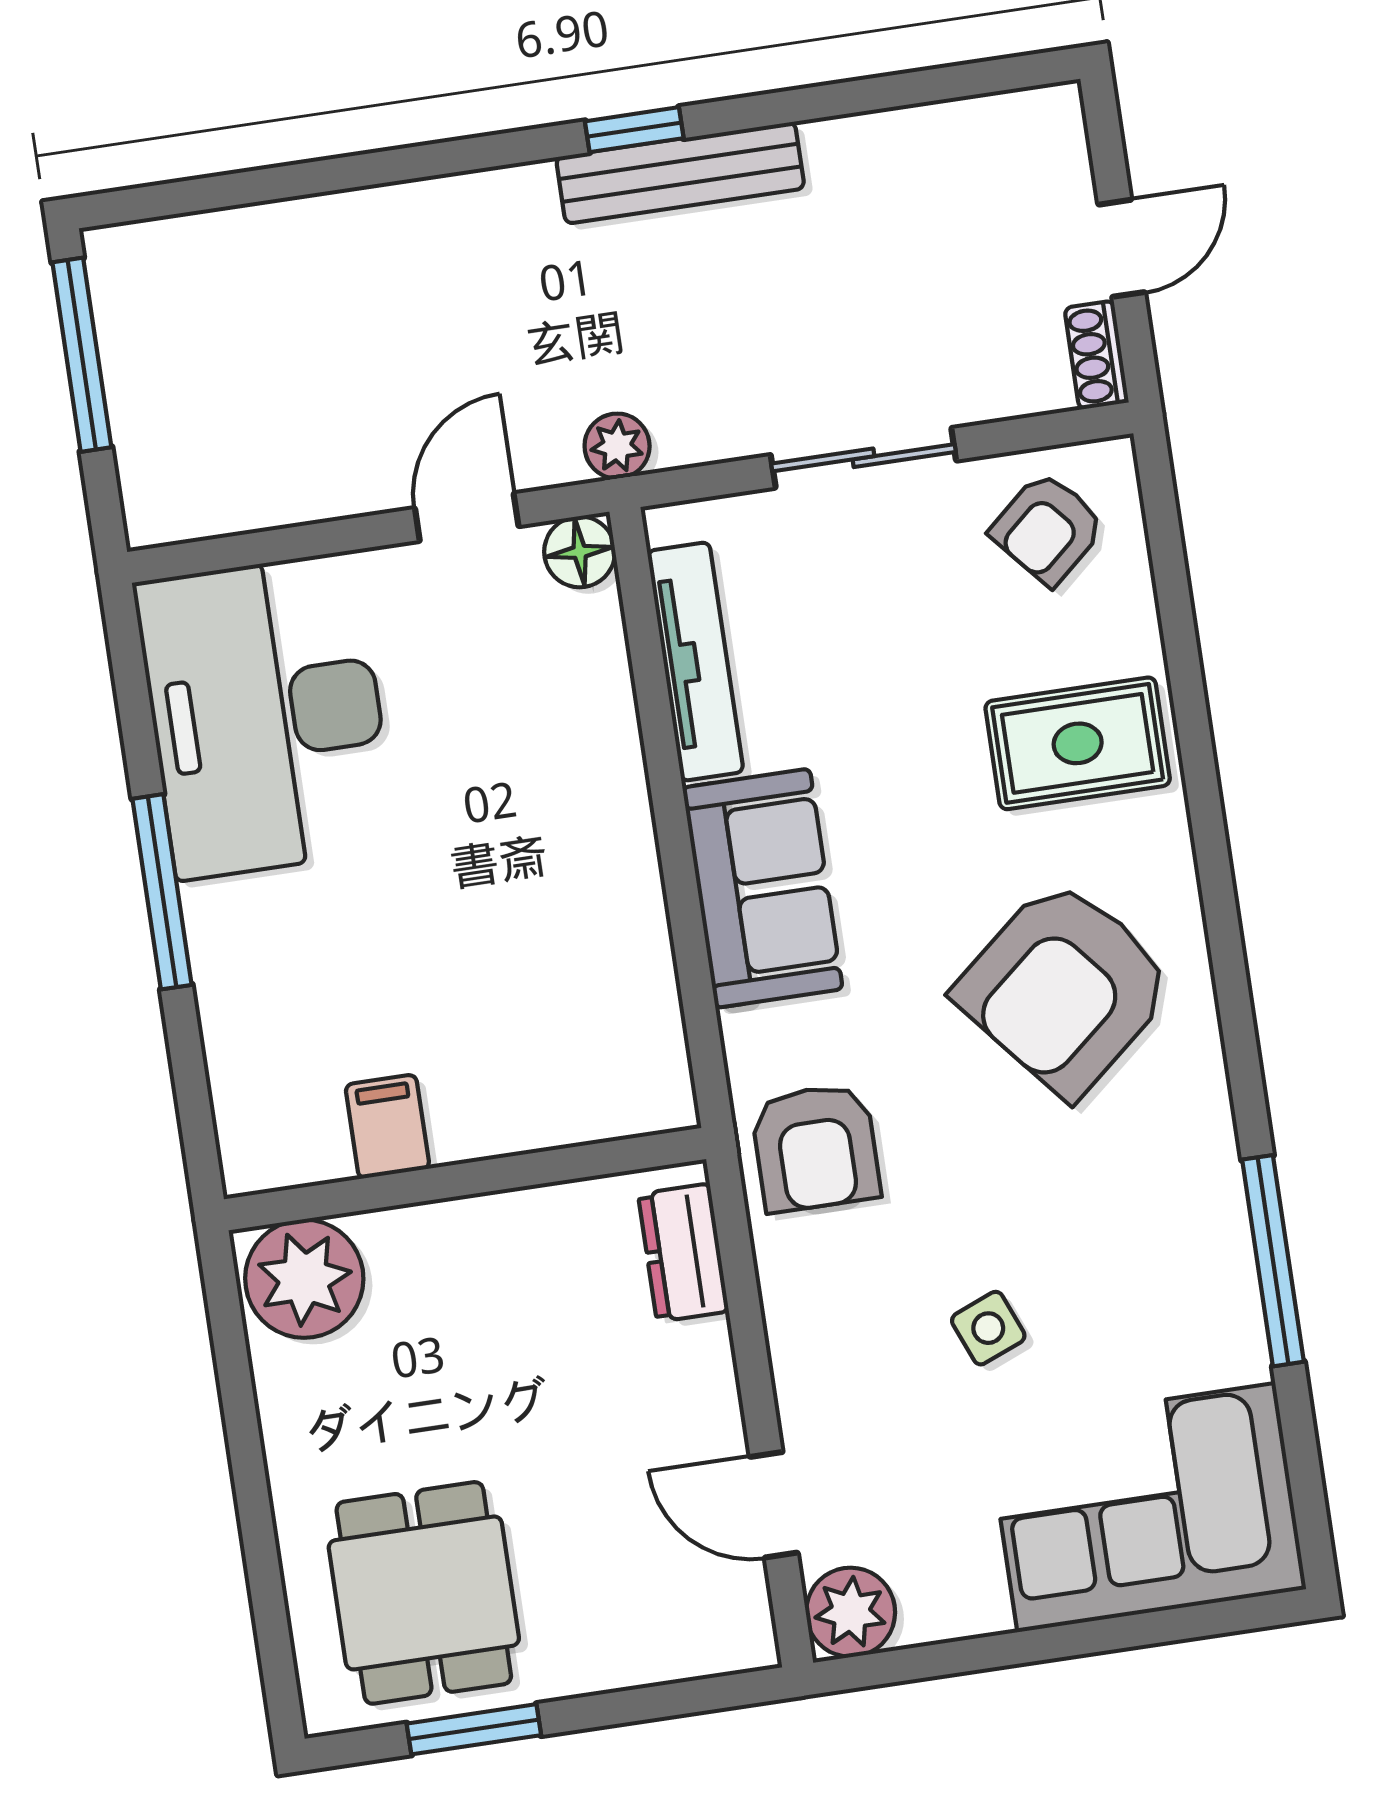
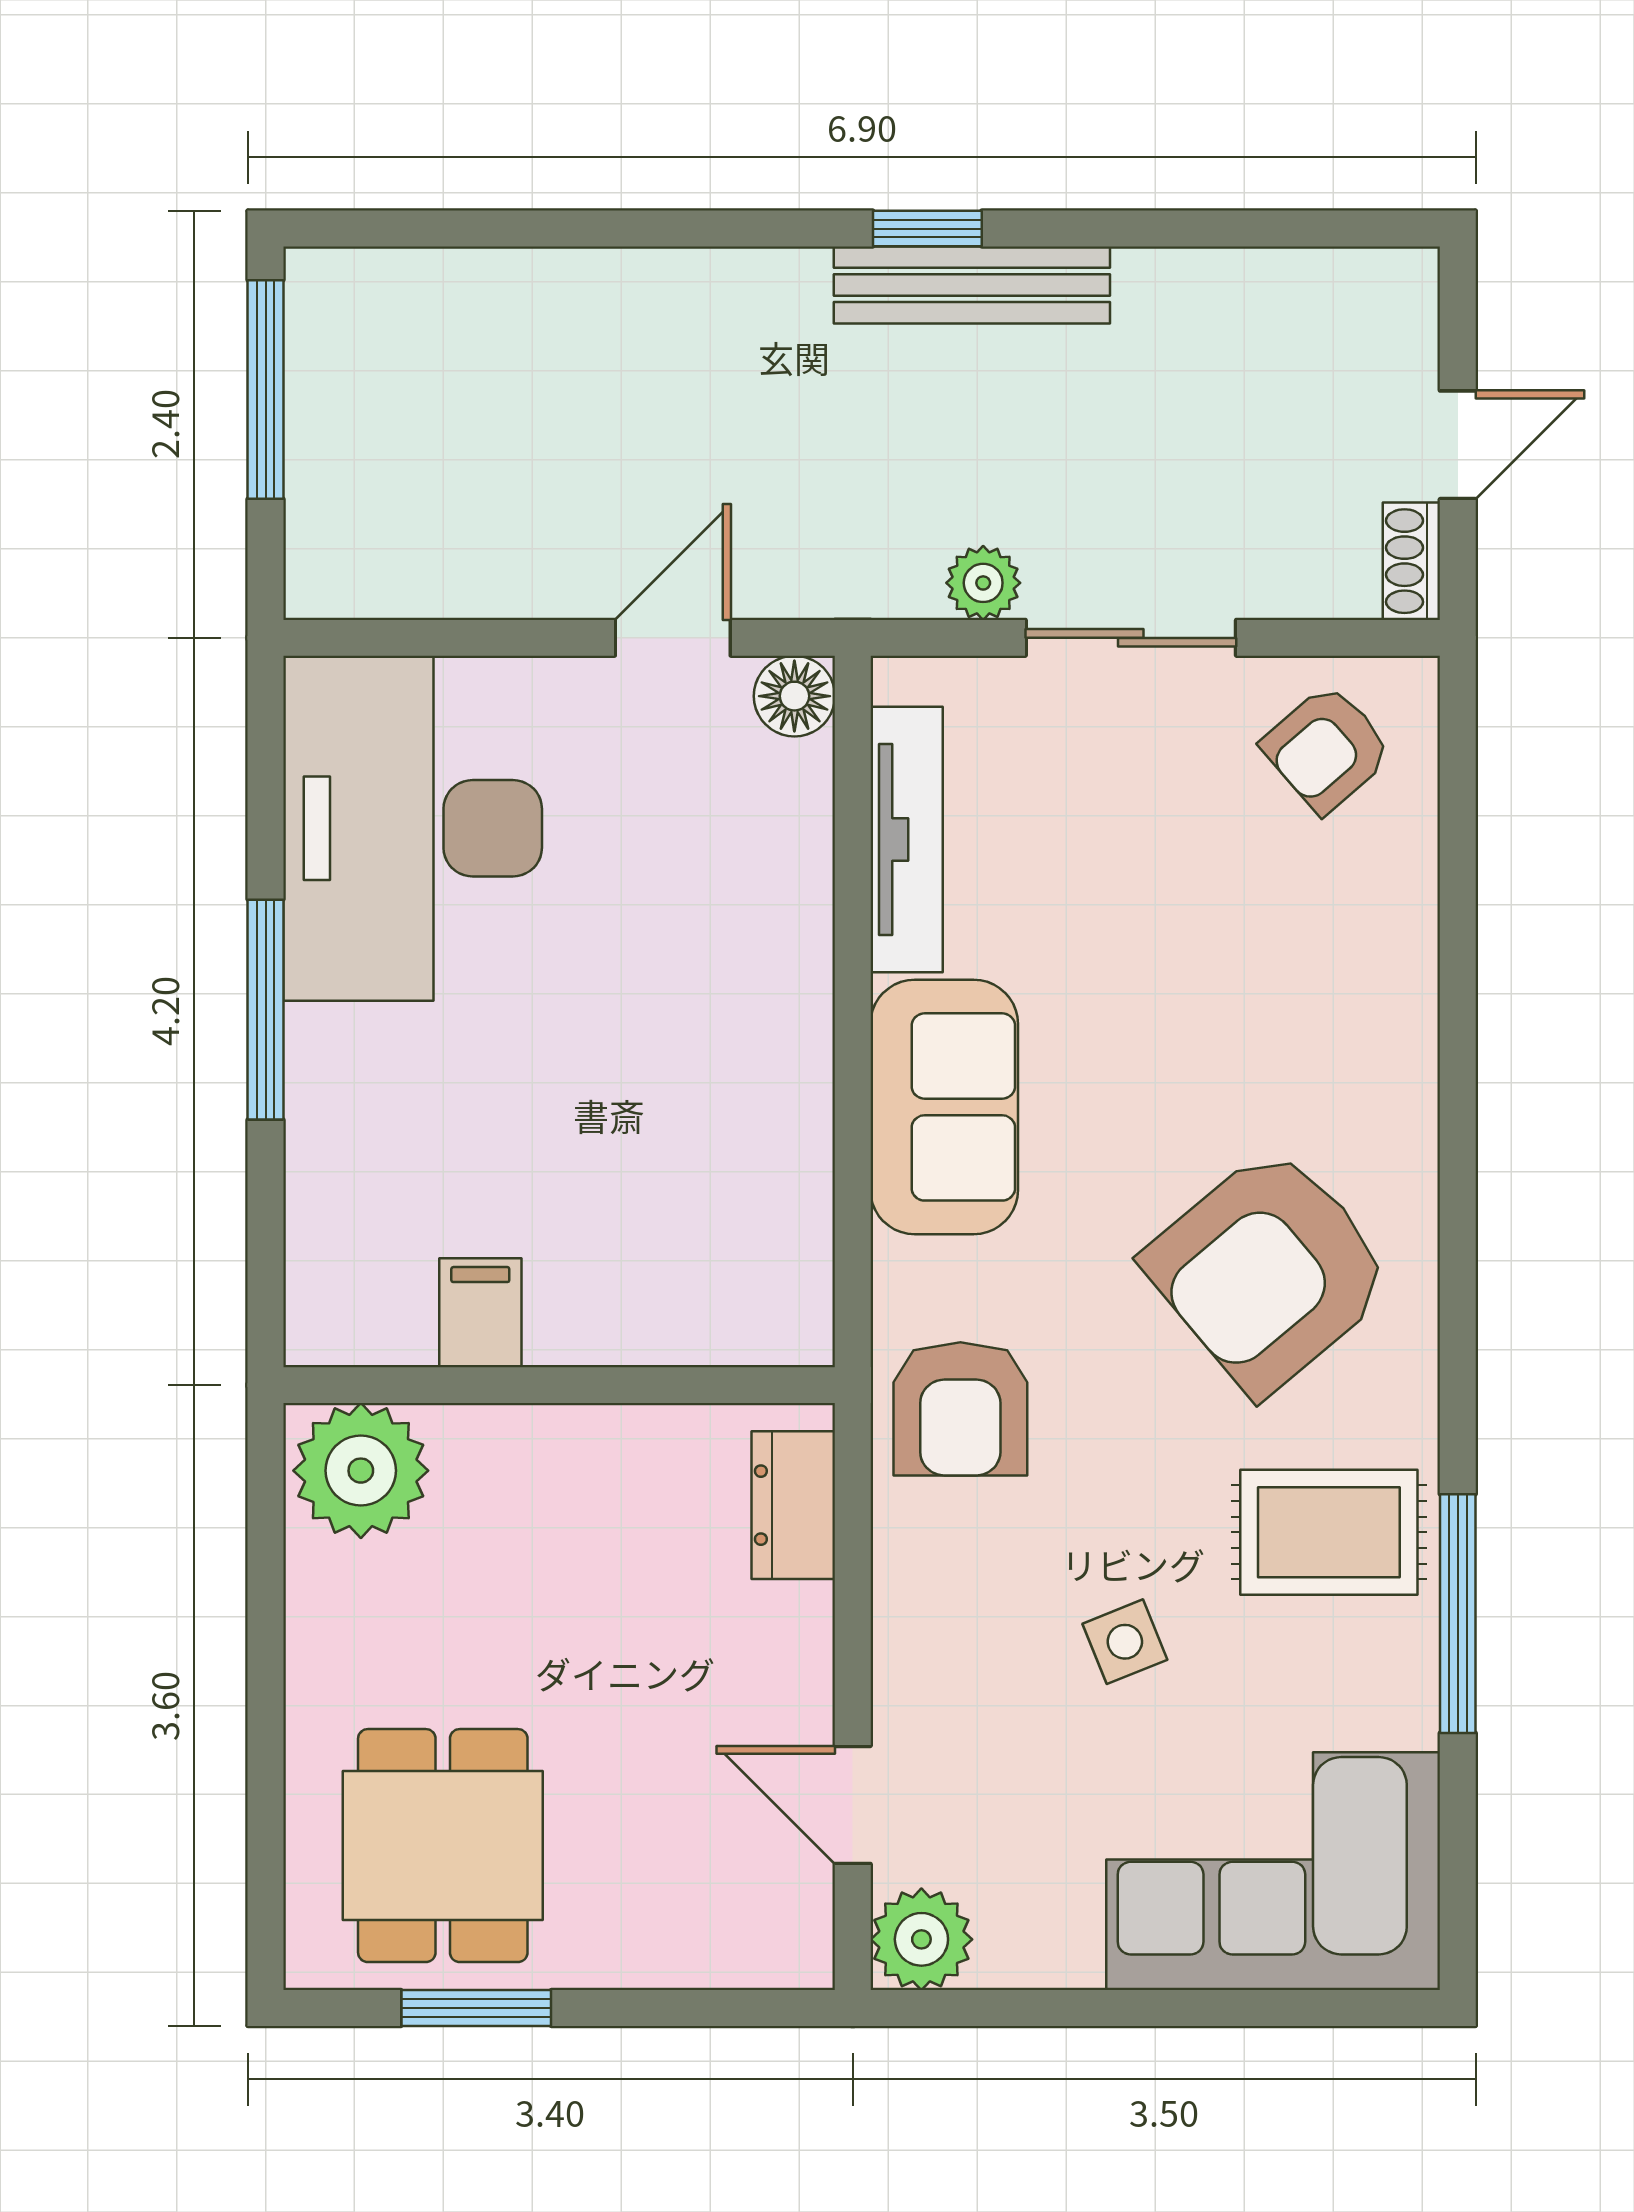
plant: (617, 446) -> (983, 583), moved
rug: (1078, 743) -> (1329, 1532), moved

